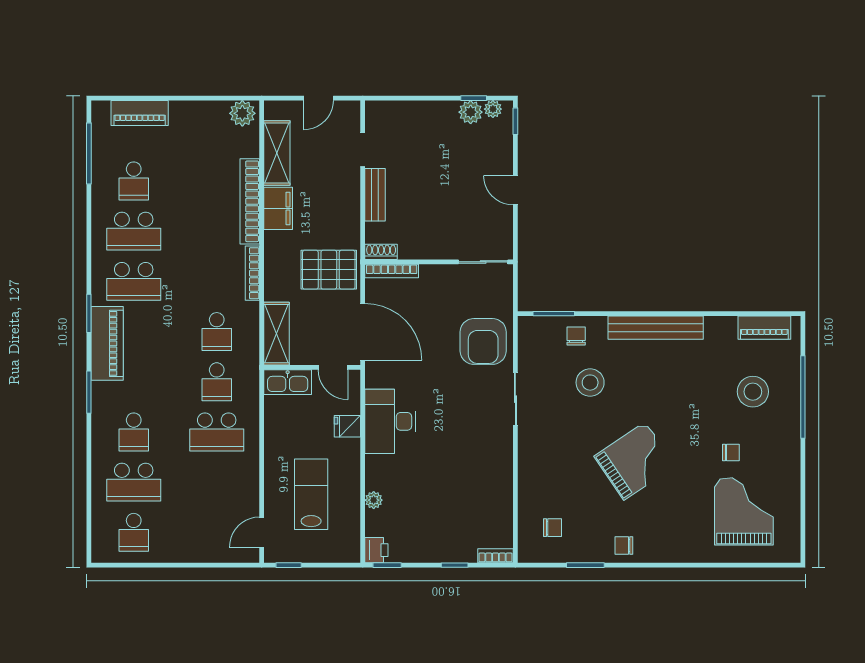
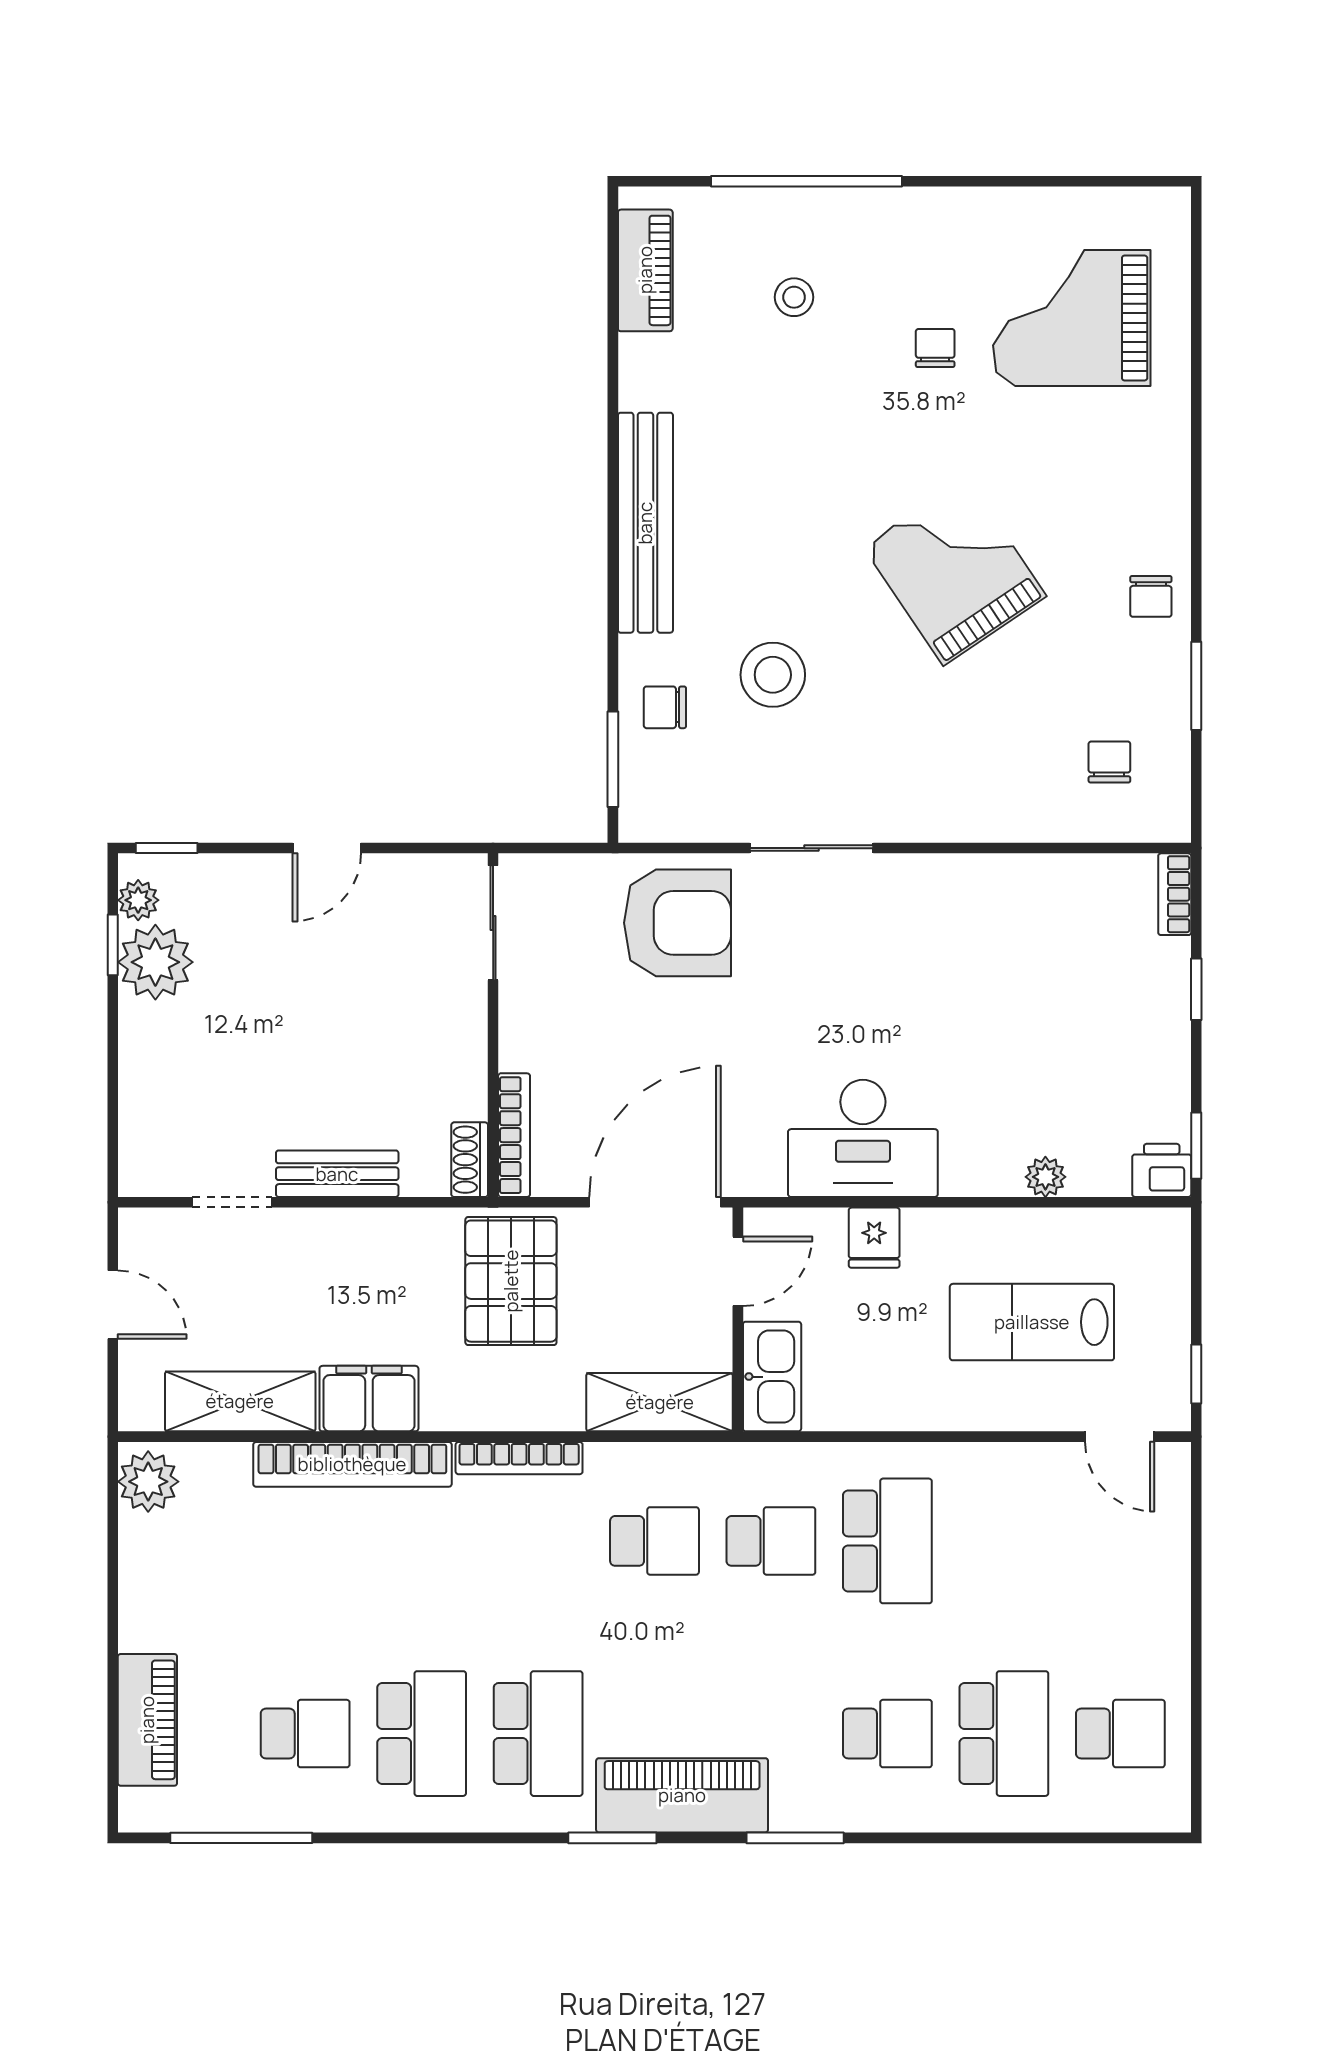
plant: (471, 112) -> (155, 962), width x1.36, depth x1.36
stool: (753, 392) -> (794, 297), width x0.53, depth x0.53

